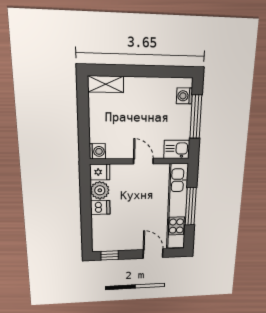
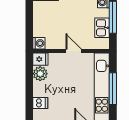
kitchen sink: (177, 149) -> (102, 28), moved, turned -90
dishwasher: (100, 207) -> (40, 103), moved

